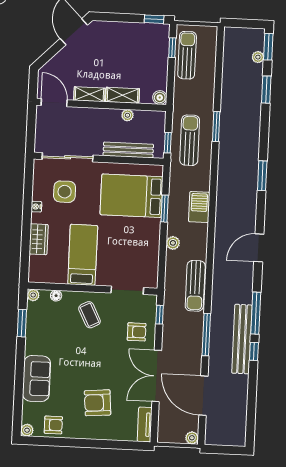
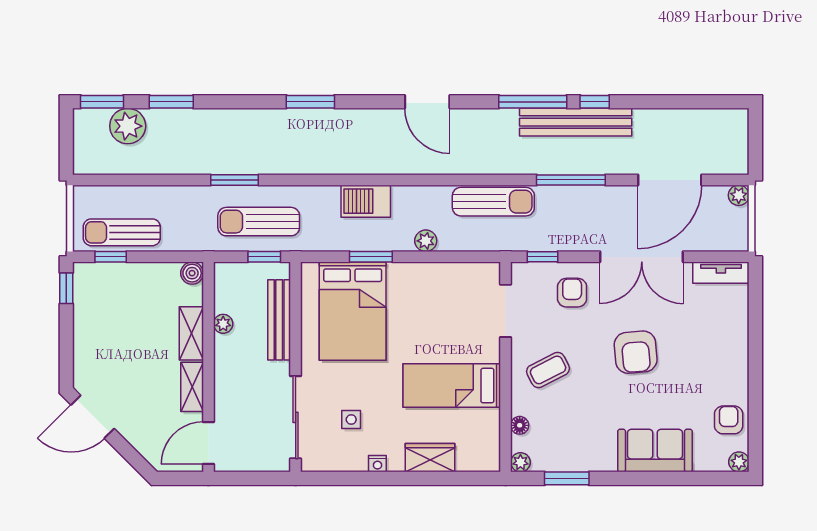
plant: (258, 57) -> (128, 126), width x1.87, depth x1.87
side table: (65, 192) -> (351, 420), width x0.54, depth x0.54
armchair: (98, 403) -> (636, 352), moved

